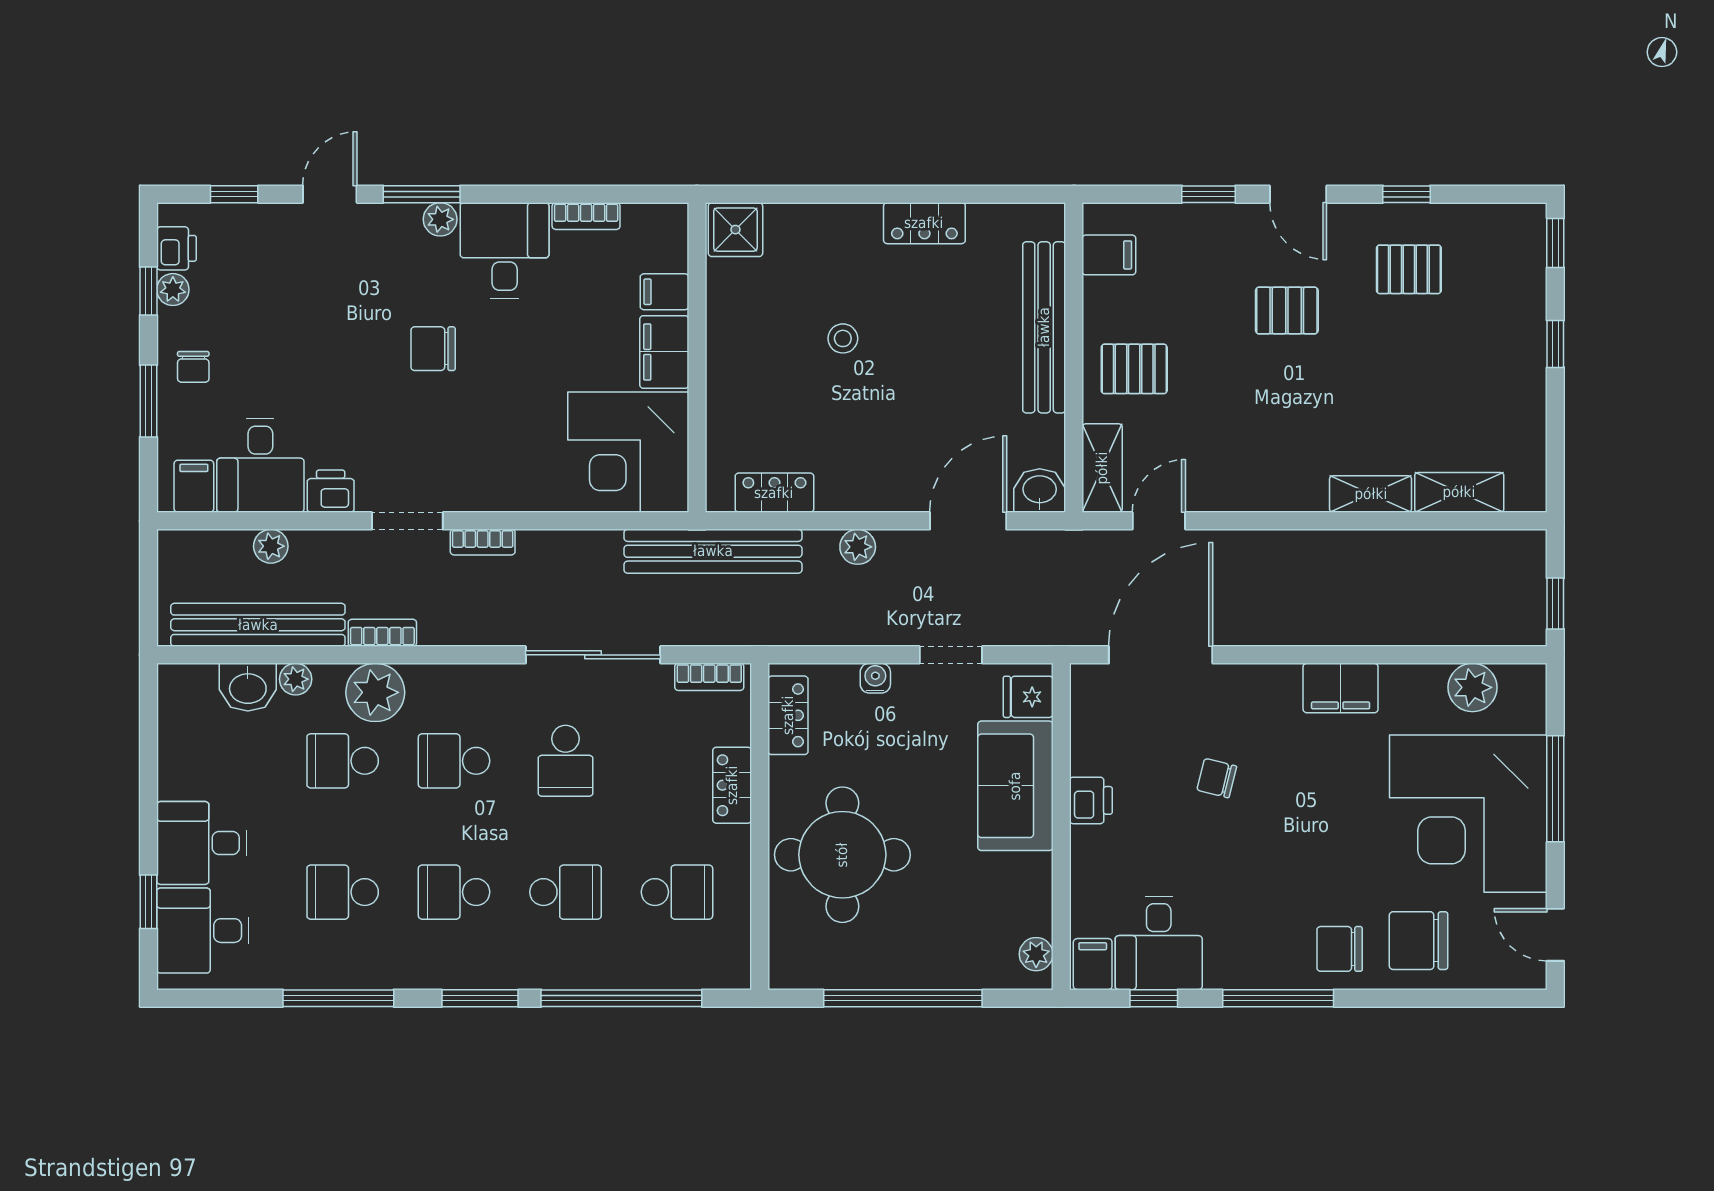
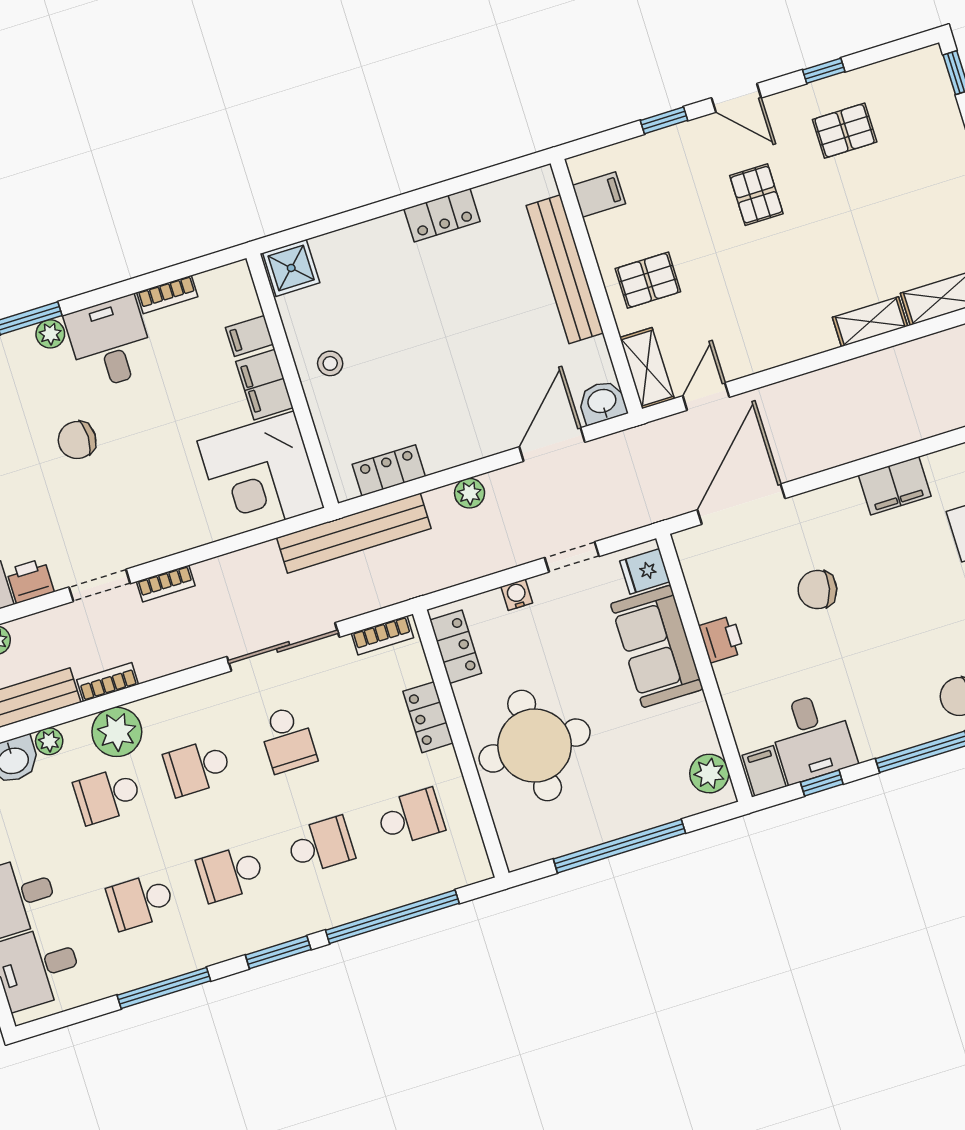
pallet: (1287, 311) -> (756, 195), turned 90
stool: (843, 338) -> (330, 363), moved
chair: (1217, 778) -> (817, 590), width x1.37, depth x1.37
plant: (1036, 954) -> (709, 774), width x1.38, depth x1.38

